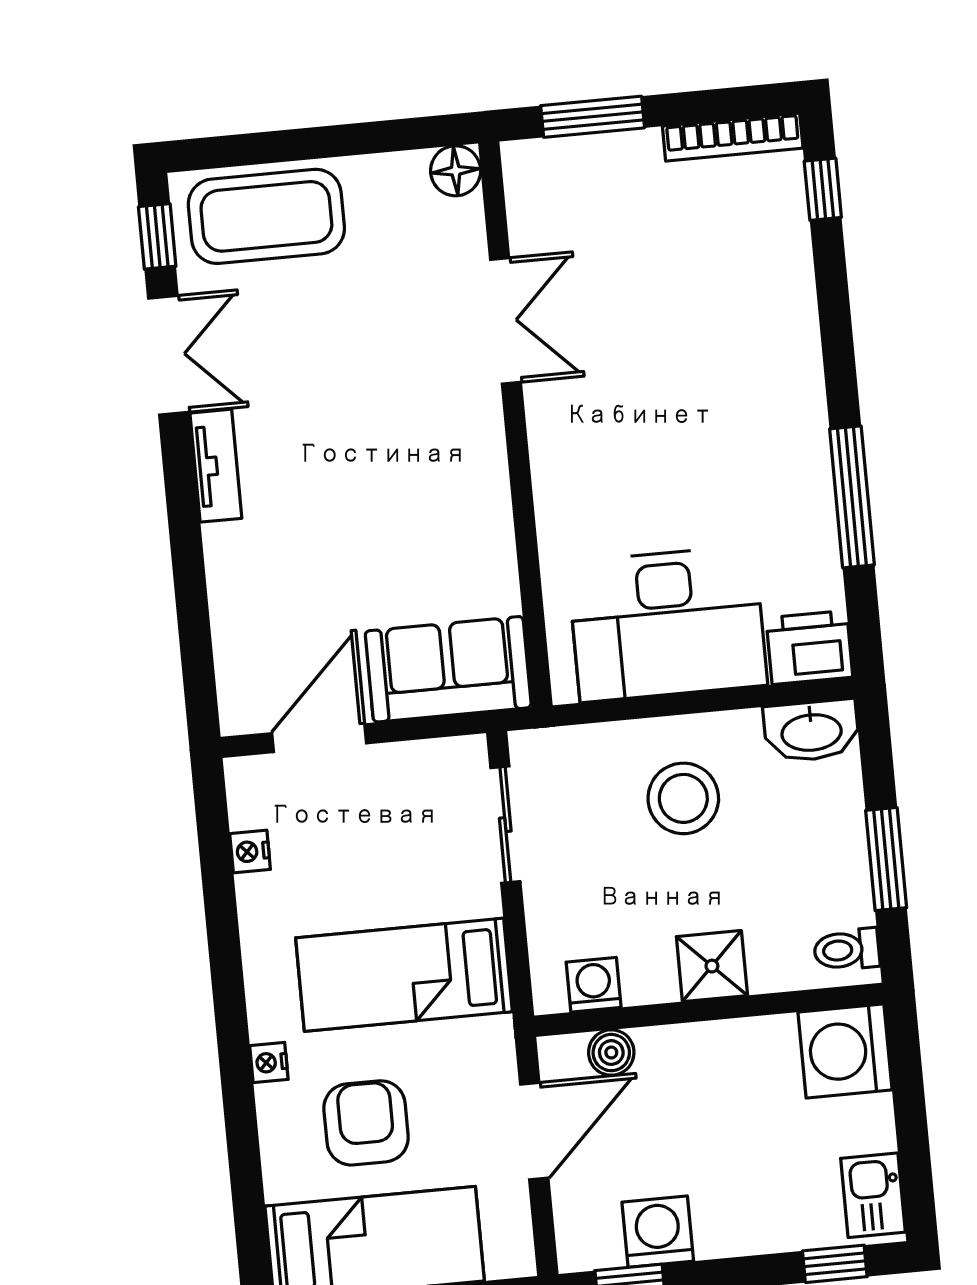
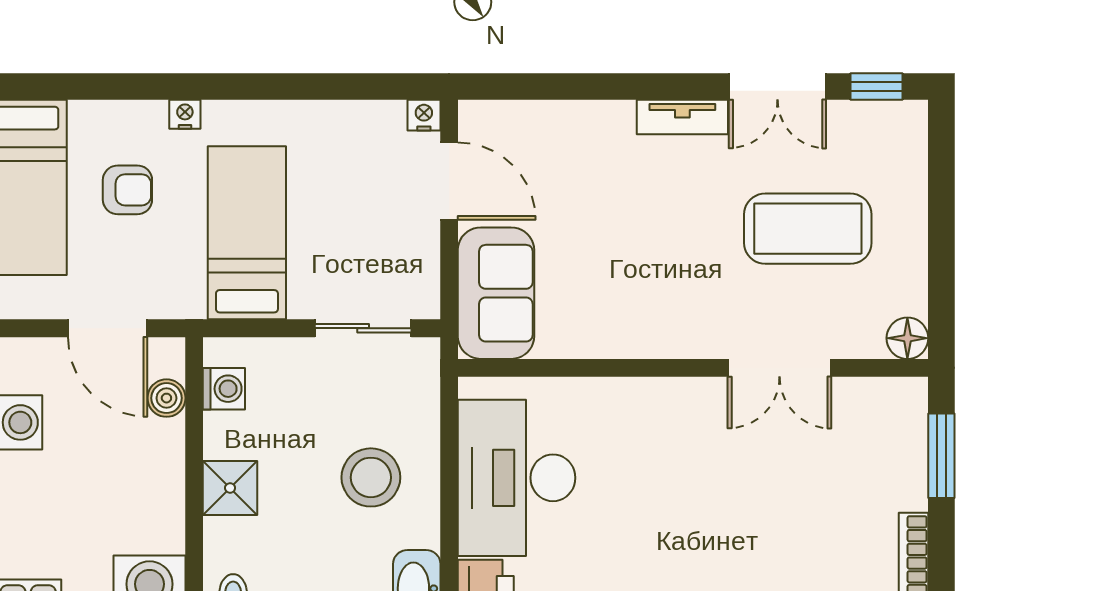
coffee table: (266, 216) -> (808, 229), moved, turned 90
nightstand: (250, 852) -> (424, 115), moved
armchair: (366, 1123) -> (127, 190), width x0.72, depth x0.72

